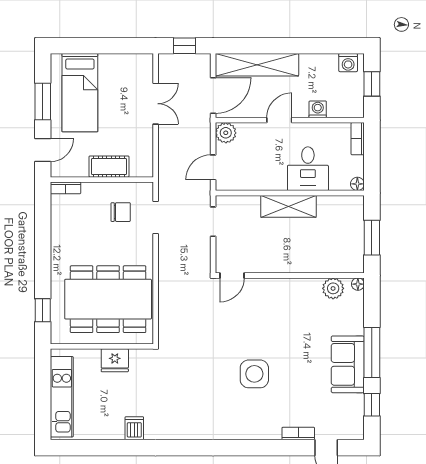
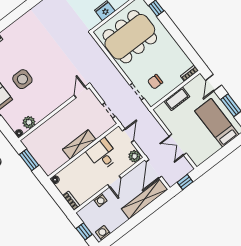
desk: (308, 169) -> (102, 154), moved
side table: (254, 374) -> (22, 79), moved

